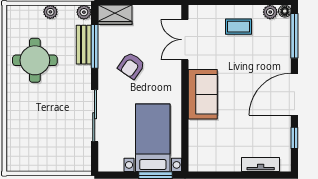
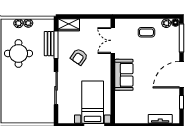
plant: (84, 12) -> (18, 23), moved

